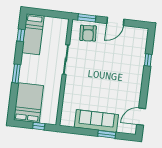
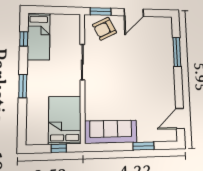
armchair: (88, 33) -> (104, 29), turned 67
window: (148, 60) -> (177, 52), width x2.17
bed: (29, 103) -> (65, 120), moved
sofa: (96, 121) -> (111, 132), moved

